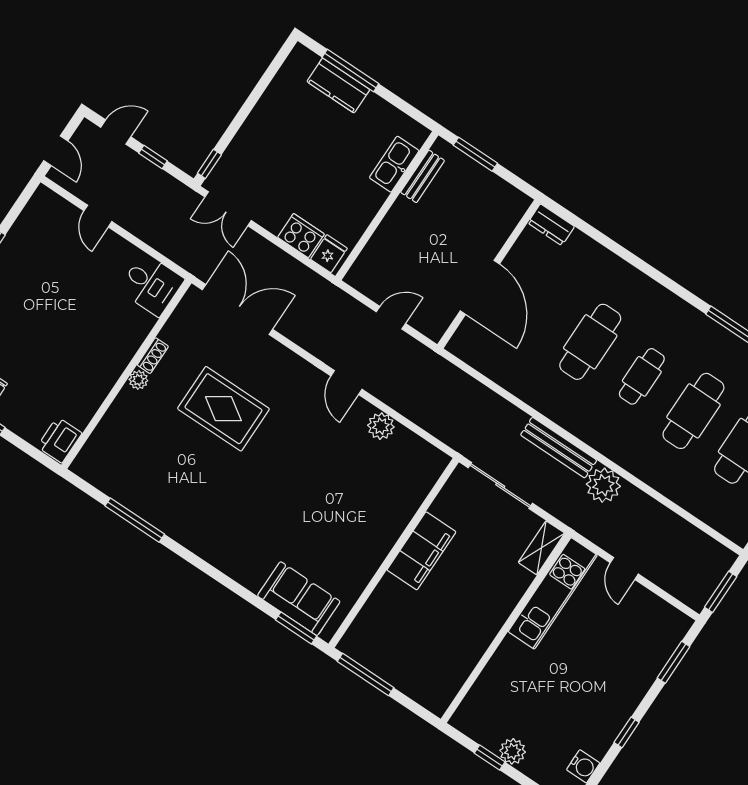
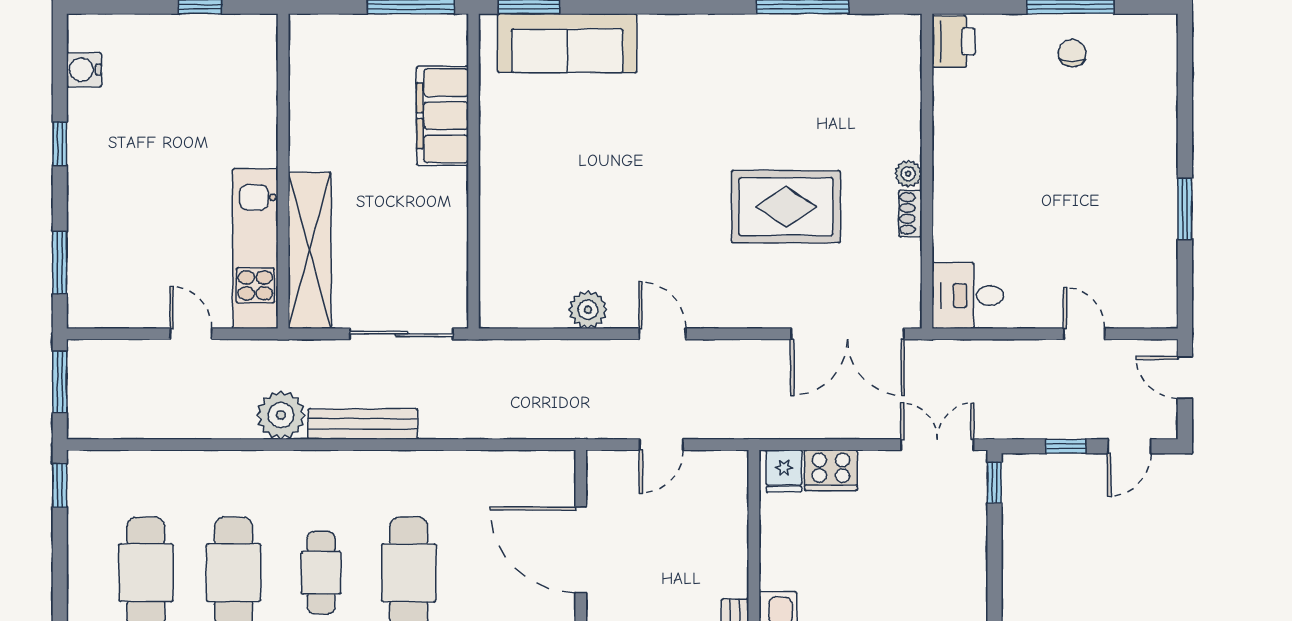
shelving: (541, 548) -> (310, 250), width x2.20, depth x1.33
filing cabinet: (421, 551) -> (442, 116), moved
sofa: (299, 599) -> (567, 43), width x1.36
plant: (513, 751) -> (178, 32), removed

